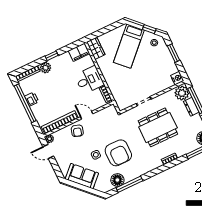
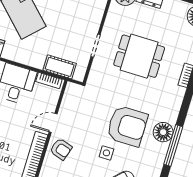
cot: (117, 93) -> (60, 67), added
dining table: (158, 127) -> (139, 56), width x0.73
floor lamp: (117, 180) -> (163, 132), moved

